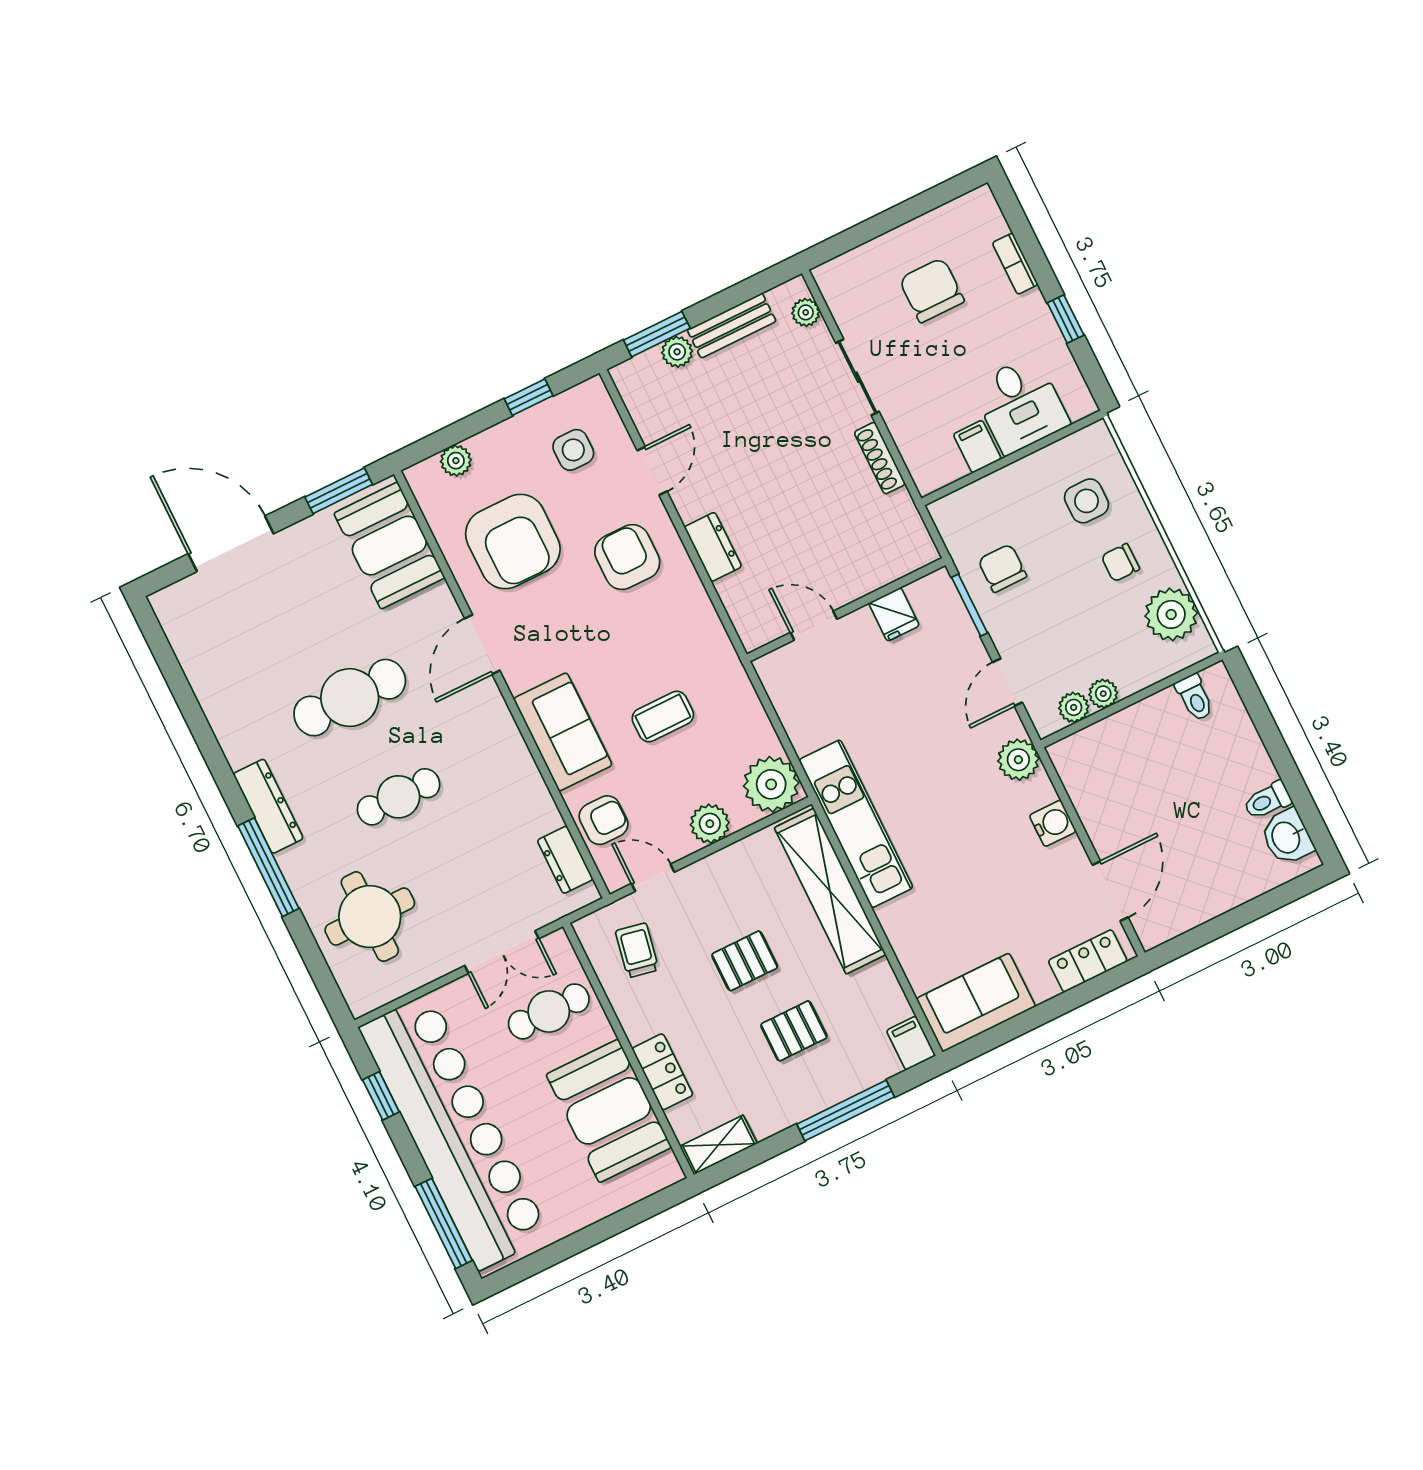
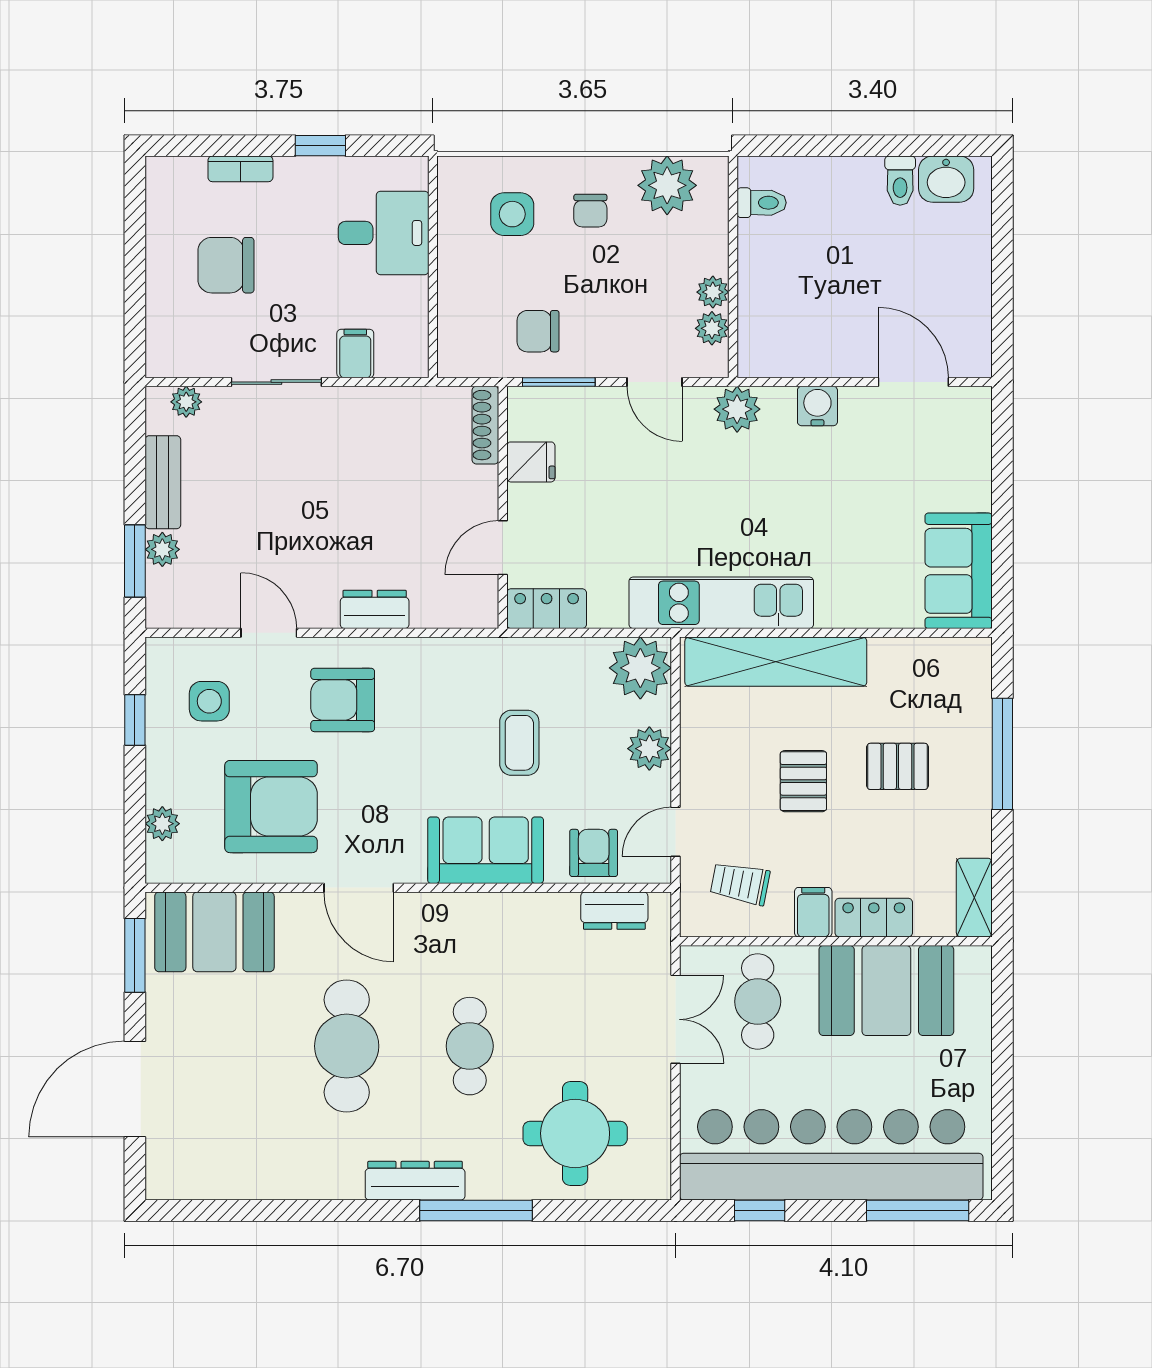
filing cabinet: (977, 447) -> (355, 354), moved, turned 90
shoe rack: (880, 458) -> (485, 425), moved, turned 90
locker: (1088, 961) -> (547, 609), moved, turned 90
pallet: (794, 1031) -> (897, 766), turned 90
filing cabinet: (911, 1043) -> (813, 912), moved, turned 90

